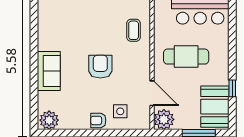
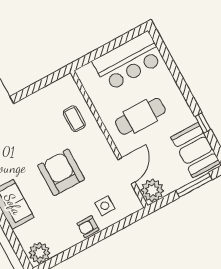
armchair: (100, 67) -> (61, 172), width x1.36, depth x1.36
door: (152, 93) -> (126, 171), hinge flipped

